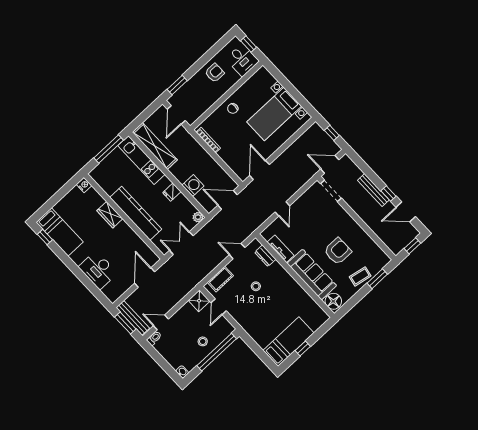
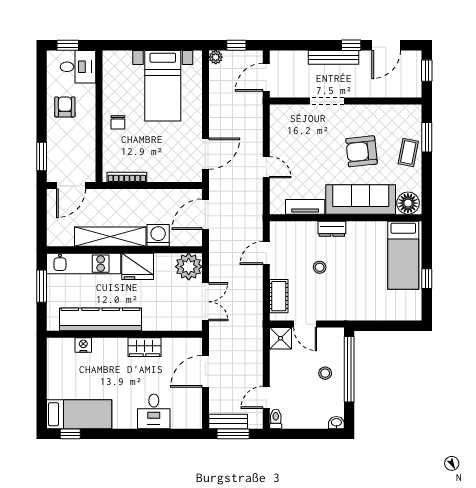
door: (176, 115) -> (71, 186), hinge flipped
plant: (315, 128) -> (216, 57), added
shelving: (155, 146) -> (110, 237), moved
window: (109, 149) -> (42, 286), width x0.69
door: (259, 170) -> (205, 154), swing flipped
nightstand: (84, 185) -> (83, 345), moved
doorway: (331, 191) -> (327, 101), moved
fridge: (172, 192) -> (138, 266), width x1.88, depth x1.34
kitchen counter: (136, 213) -> (101, 319), moved
wardrobe: (110, 215) -> (144, 347), moved
plant: (198, 217) -> (189, 267), width x1.87, depth x1.87
double door: (181, 243) -> (205, 302), swing flipped
armchair: (338, 251) -> (361, 151), turned -96
dresser: (265, 256) -> (332, 229), moved
desk: (98, 270) -> (154, 411), width x0.73
door: (145, 278) -> (205, 371), hinge flipped
bench: (133, 318) -> (228, 421), width x0.73
bed: (288, 342) -> (403, 255), moved, turned 180

